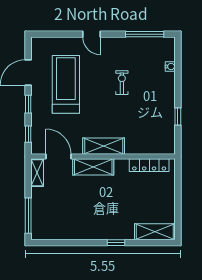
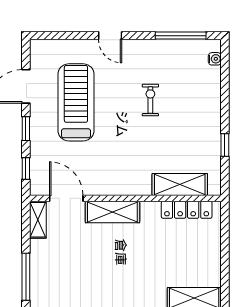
water cooler: (170, 66) -> (215, 59), moved
shelving: (104, 146) -> (180, 184), moved

